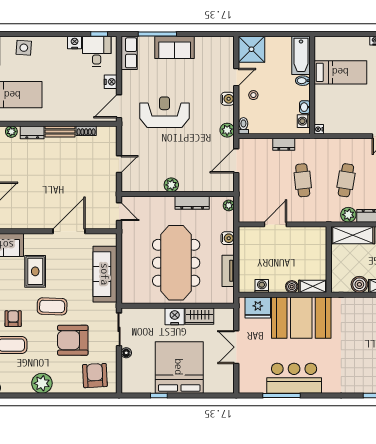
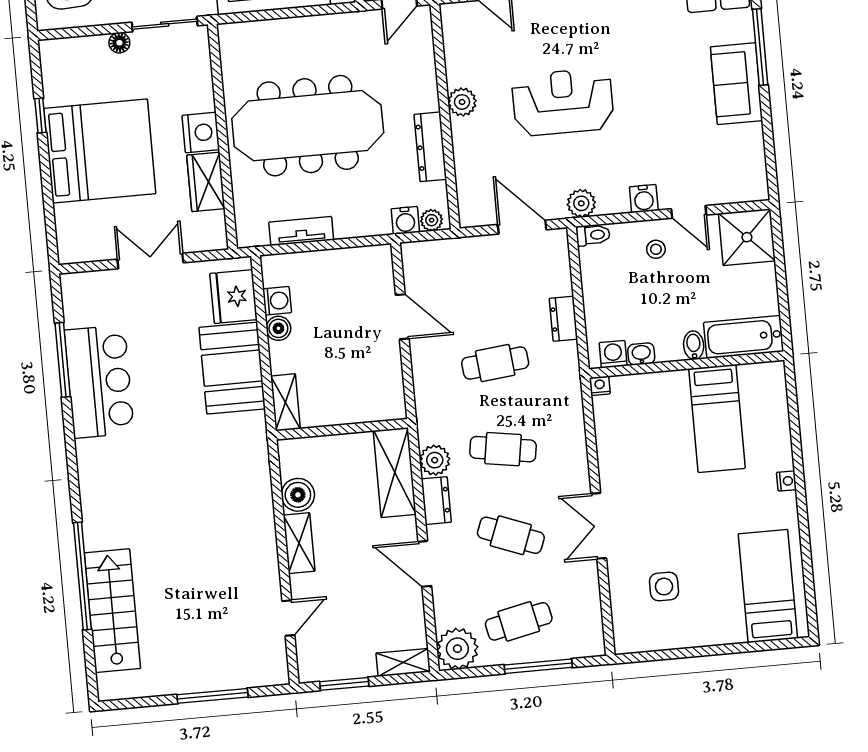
reception desk: (165, 112) -> (563, 102), moved, turned -90
water cooler: (228, 238) -> (405, 220), moved
boiler: (292, 287) -> (278, 328), moved
booth: (301, 318) -> (232, 368), width x0.73, depth x0.70

